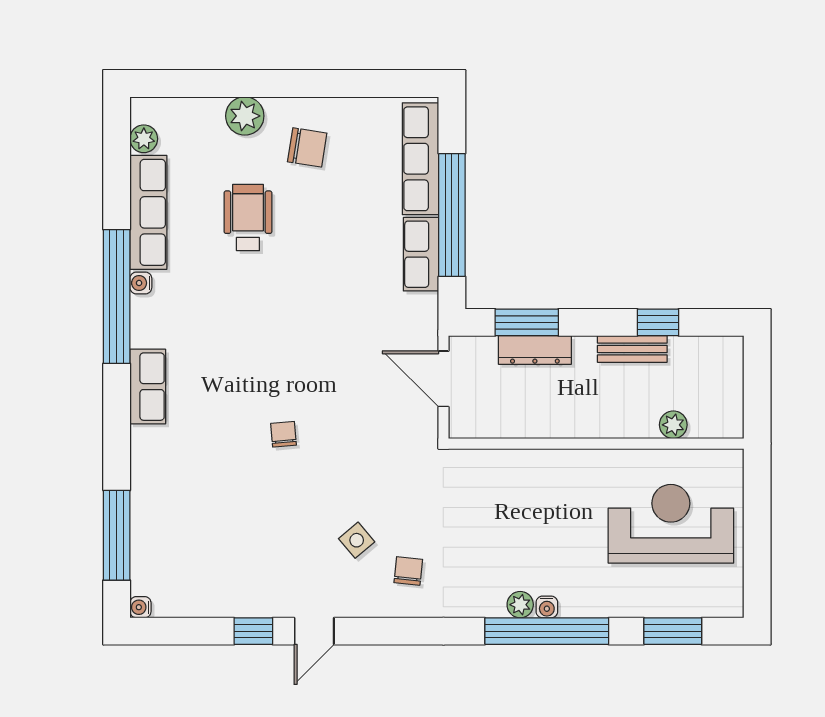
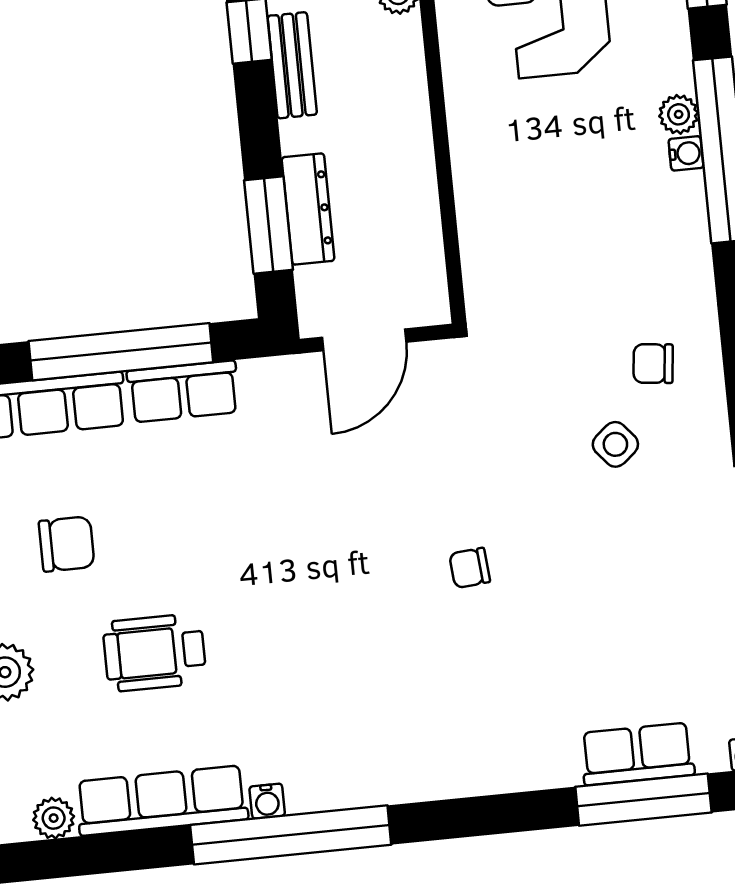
chair: (307, 147) -> (67, 544), moved, turned 81
row of seats: (148, 387) -> (637, 754), moved
plant: (520, 605) -> (679, 114), moved

